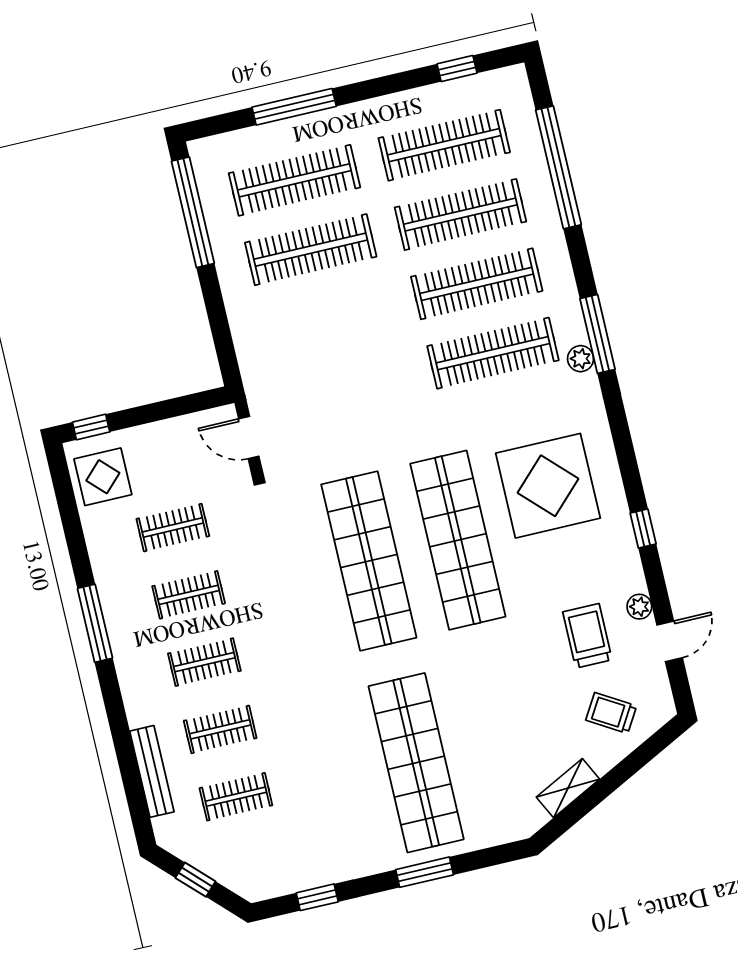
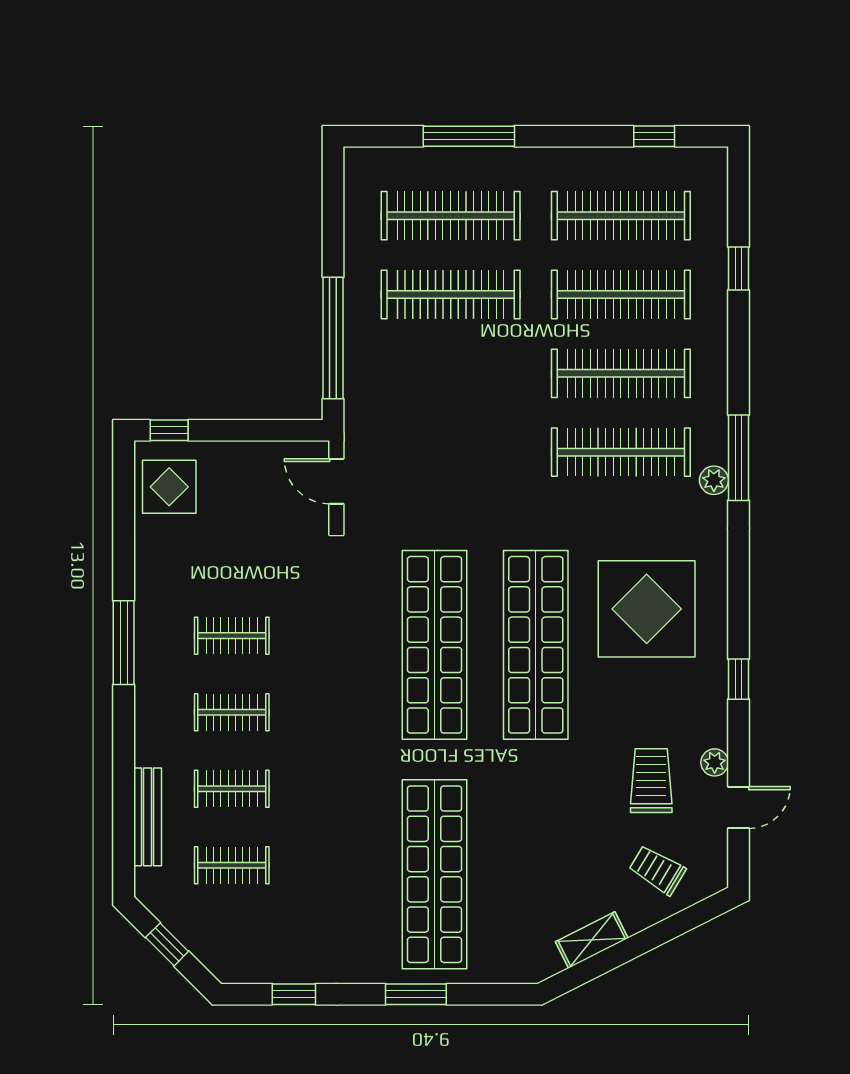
window: (558, 167) -> (738, 268), width x0.32
window: (193, 212) -> (333, 338), moved
clothes rail: (173, 528) -> (232, 559), removed

